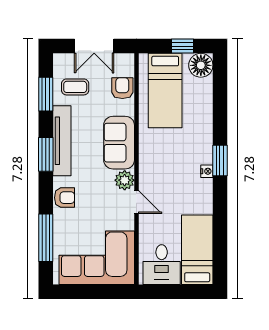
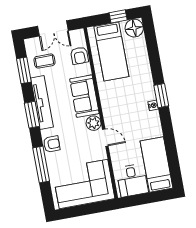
armchair: (122, 88) -> (79, 56), turned 180
window: (46, 238) -> (41, 165), moved

